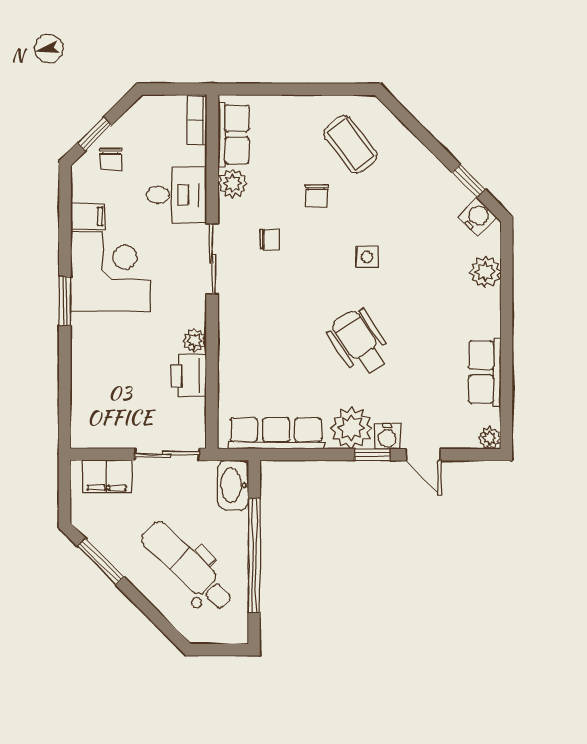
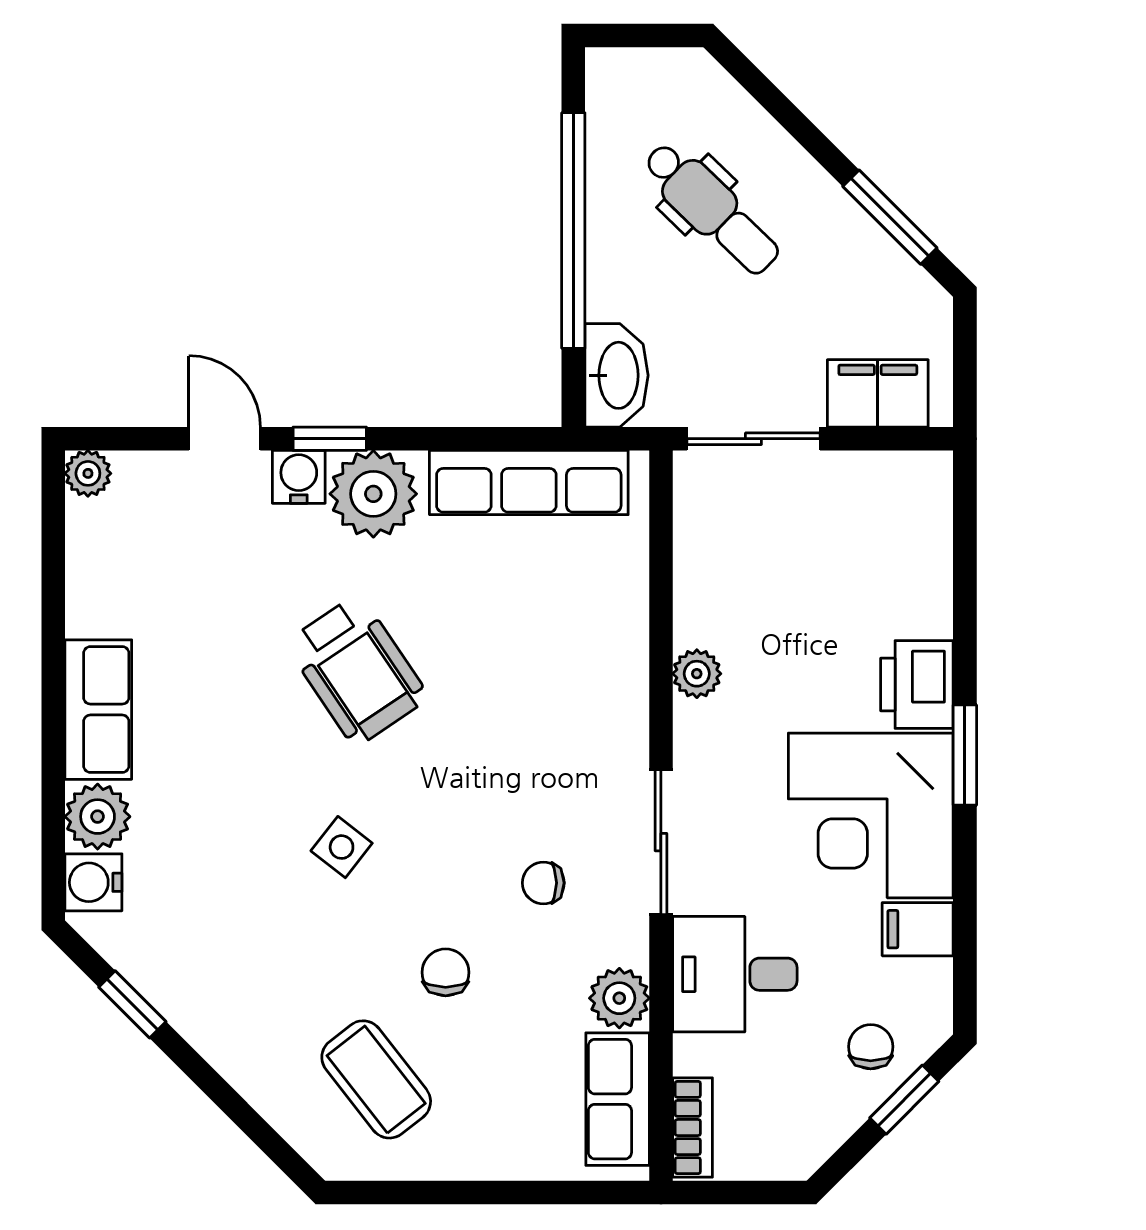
water cooler: (477, 217) -> (93, 882), moved, turned 45
side table: (367, 257) -> (342, 847), turned 38
row of seats: (485, 372) -> (98, 710), moved
printer: (189, 376) -> (917, 685), moved, turned 180
dental chair: (187, 566) -> (711, 208), width x0.73, depth x0.72

